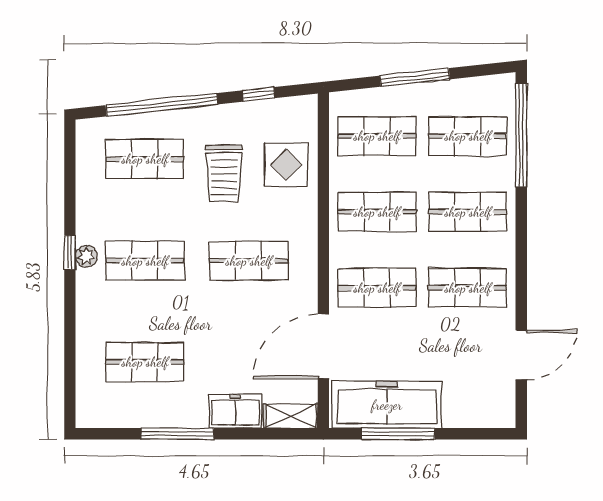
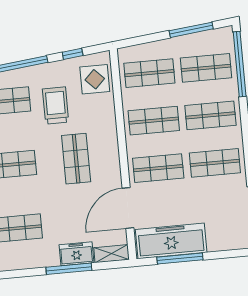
window: (415, 77) -> (191, 30), moved
display table: (286, 165) -> (95, 79), moved
trolley: (224, 173) -> (56, 105), turned 180
shop shelf: (249, 261) -> (76, 159), turned 90
window: (178, 434) -> (69, 269), moved

